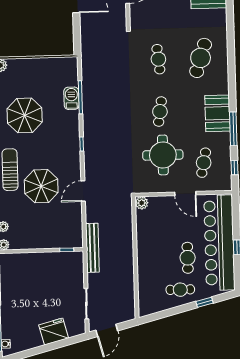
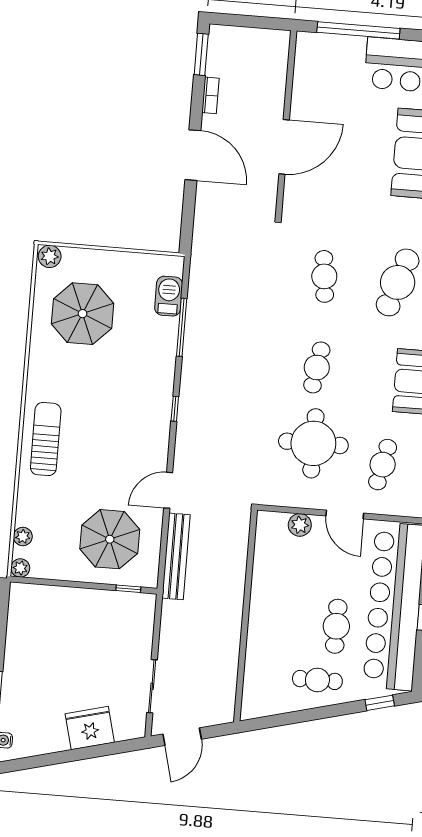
barbecue: (71, 98) -> (169, 296), moved
parasol: (25, 115) -> (83, 314), moved
parasol: (41, 186) -> (110, 539), moved
plant: (142, 203) -> (300, 525), moved
bench: (92, 248) -> (176, 556), moved
window: (205, 302) -> (380, 703), moved

